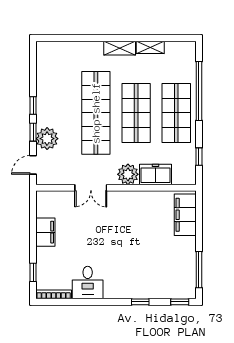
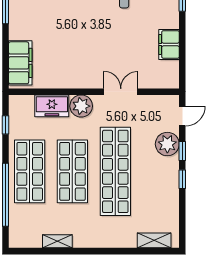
shelving: (120, 48) -> (154, 240), moved

